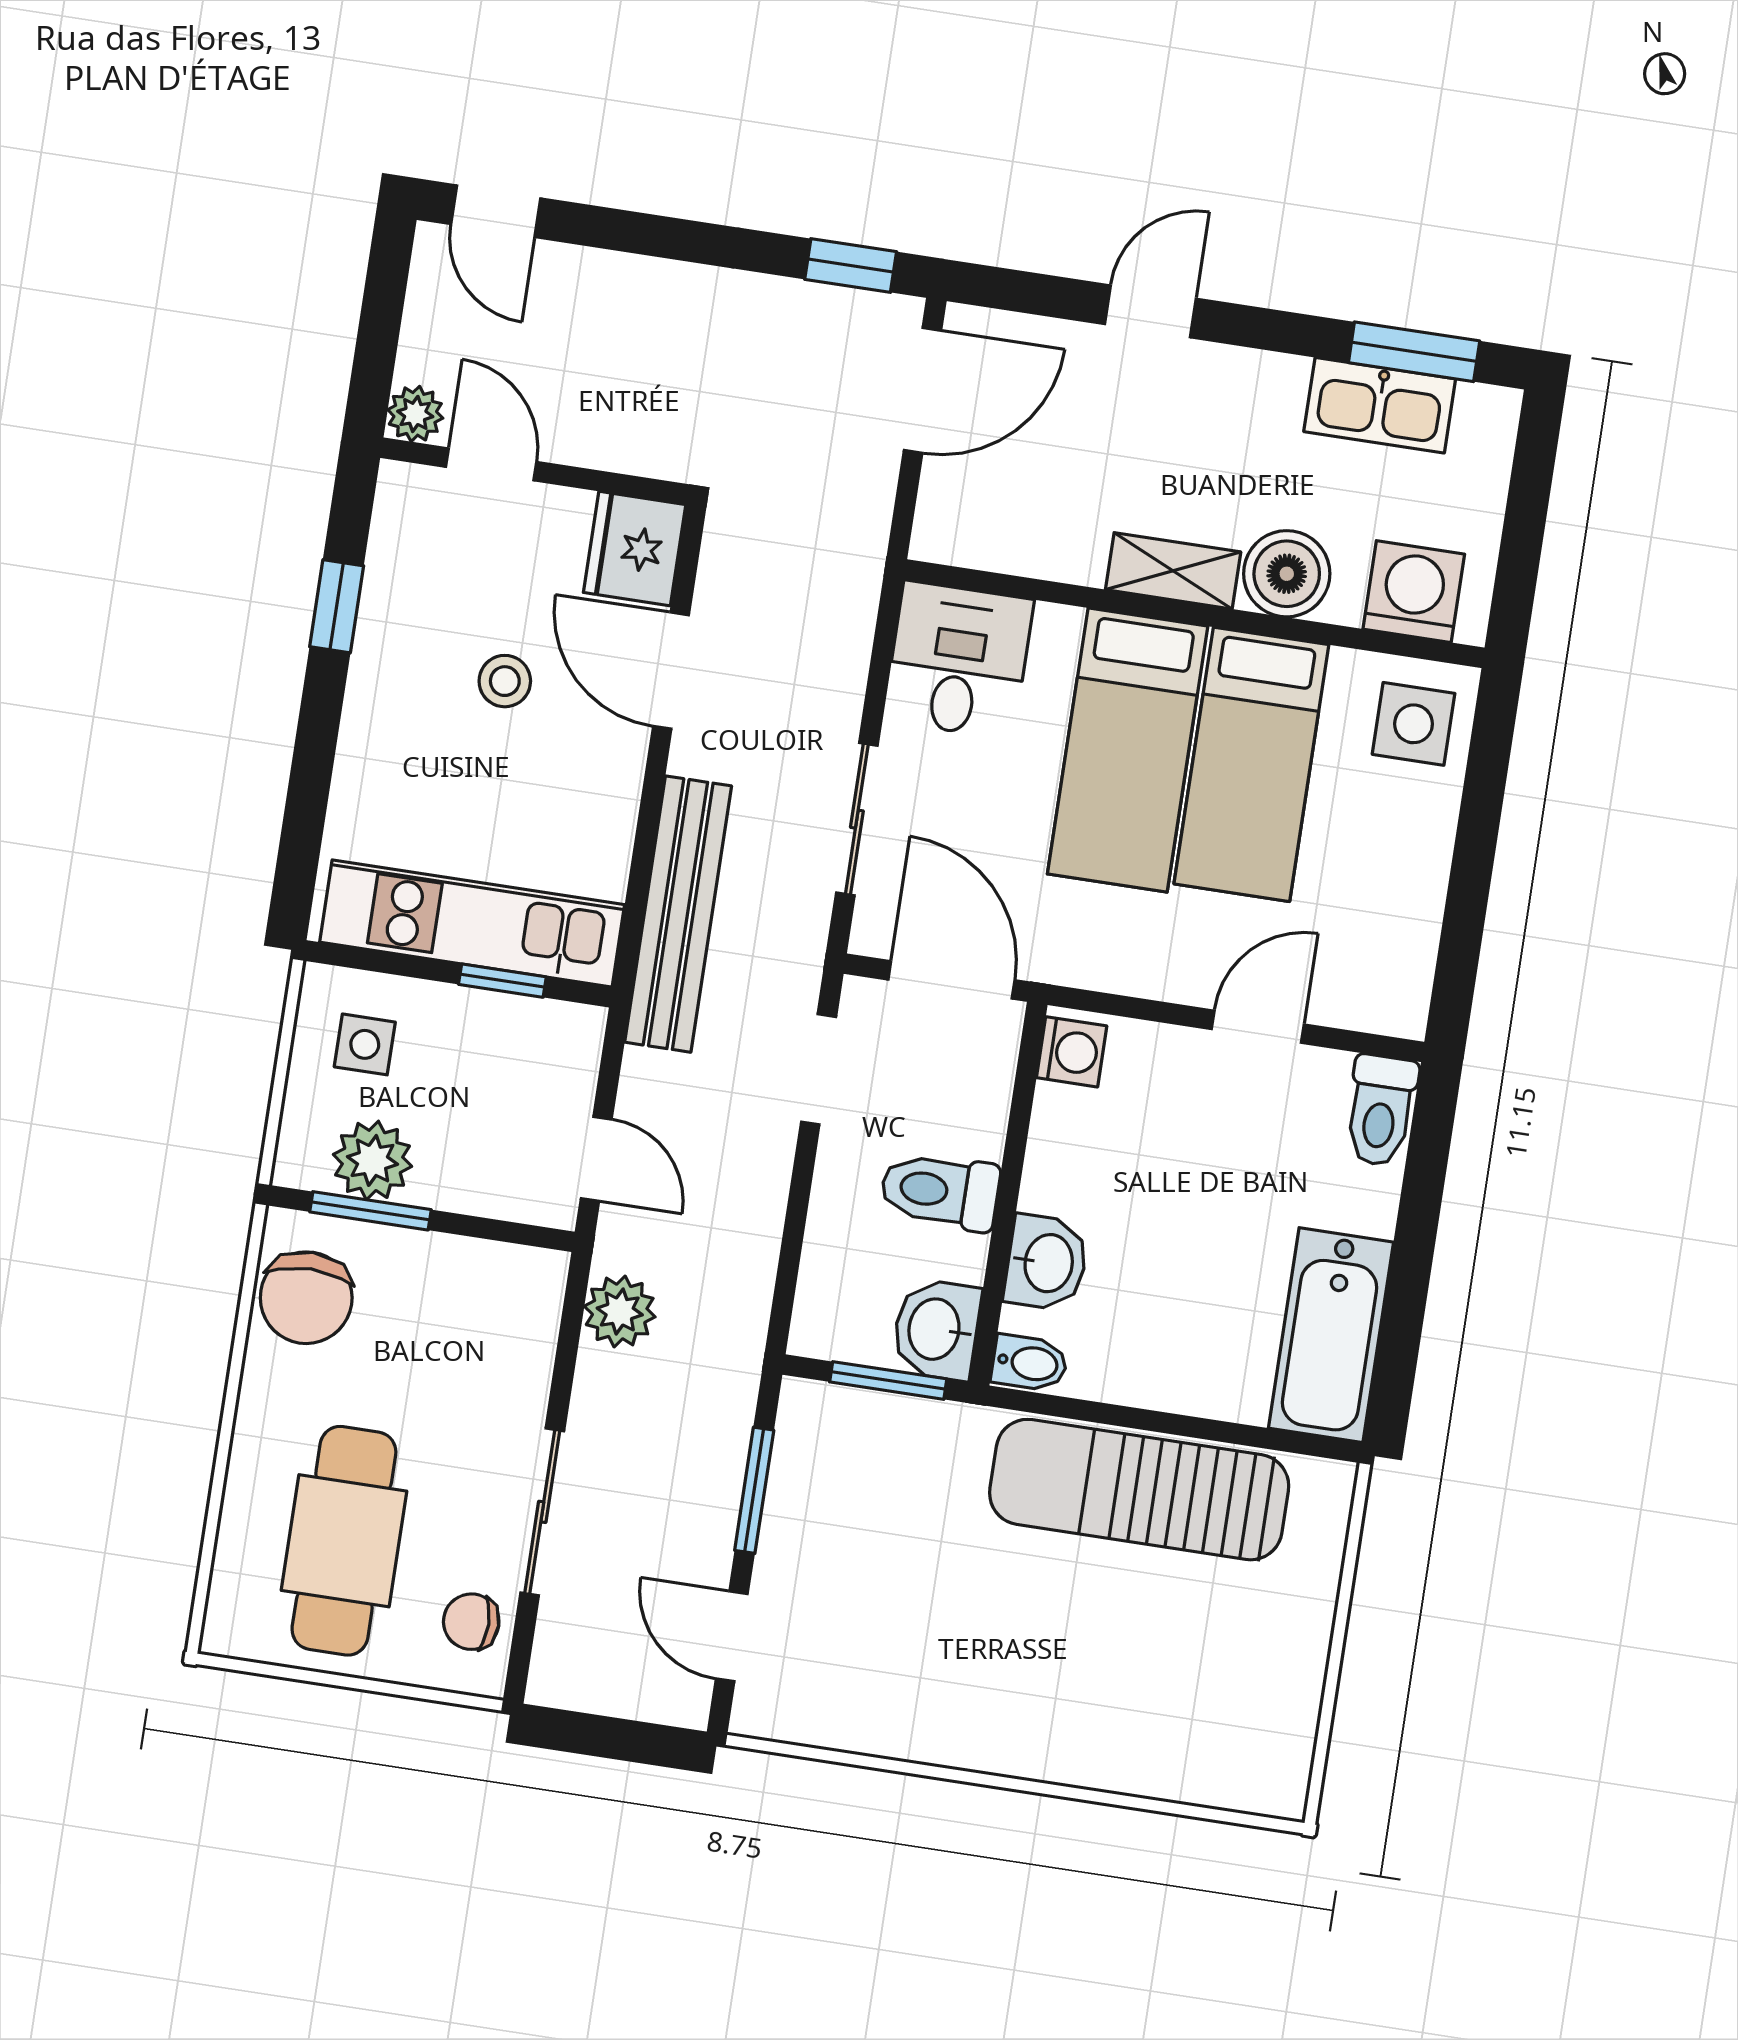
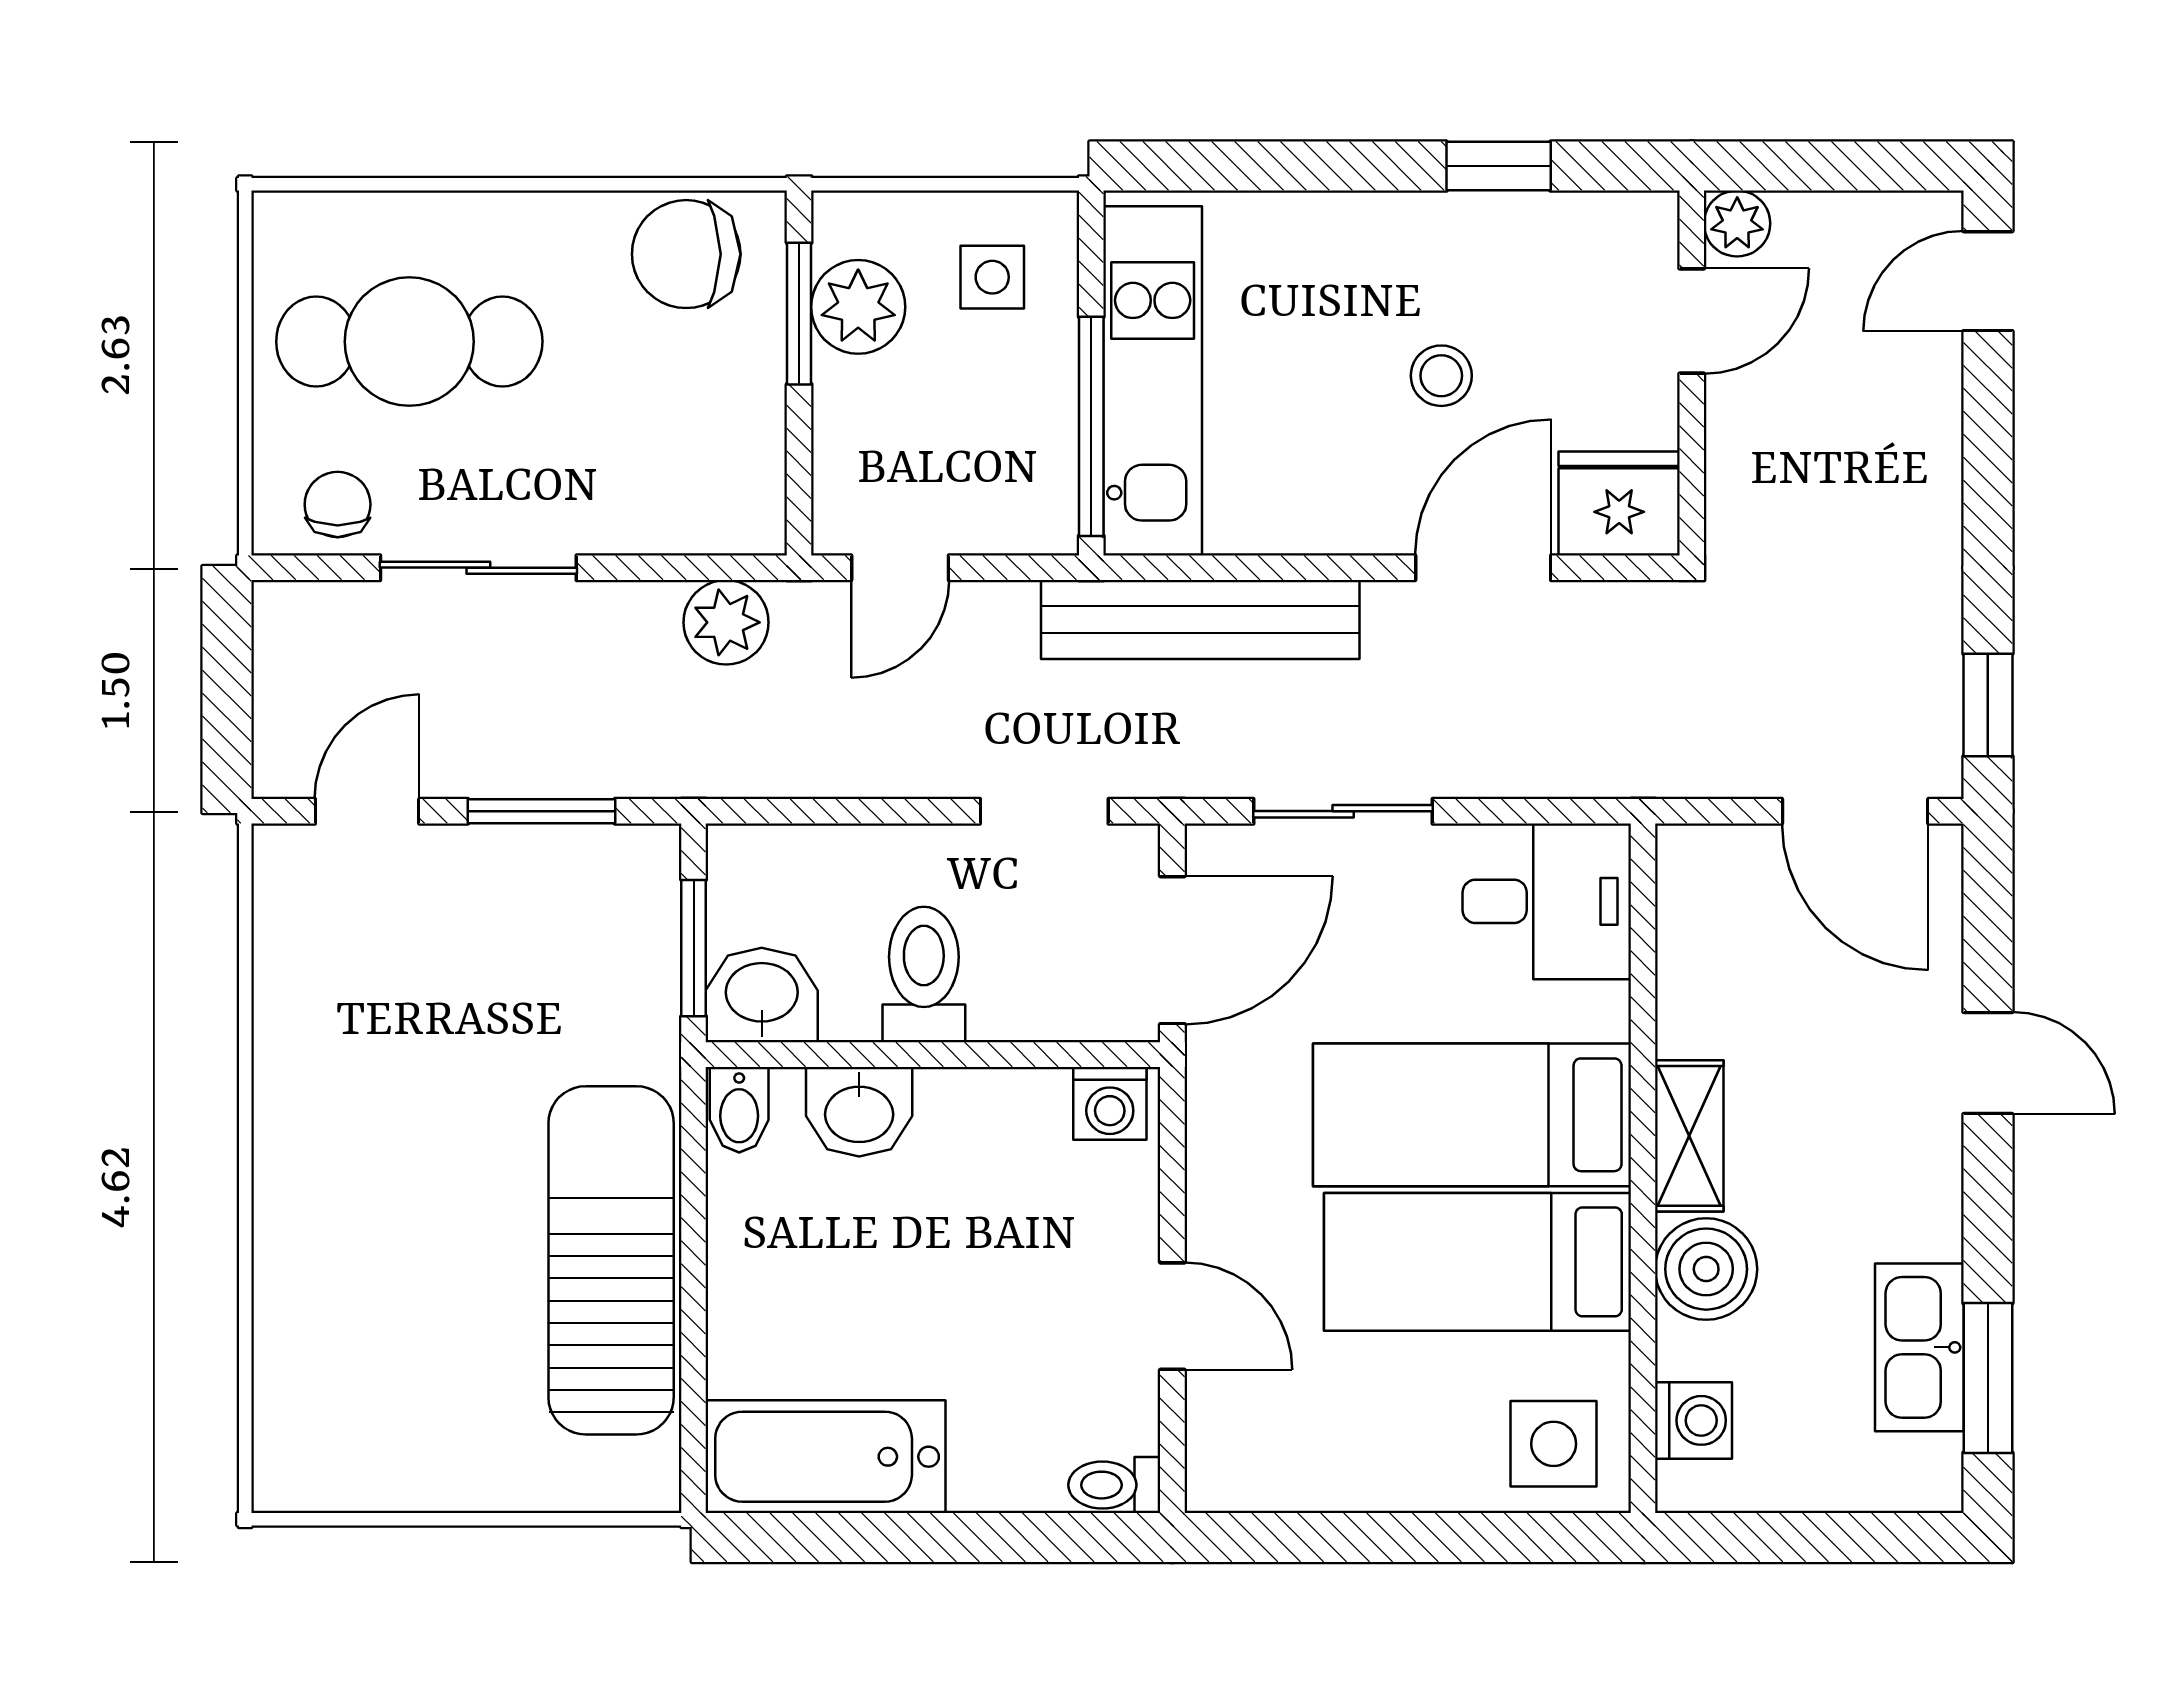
washing machine: (1414, 592) -> (1694, 1420), width x0.73, depth x0.73
window: (502, 981) -> (1091, 426), width x2.17
toilet: (1381, 1110) -> (1114, 1485), width x0.73, depth x0.72

